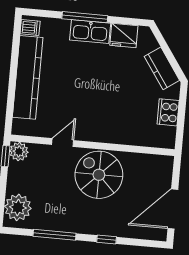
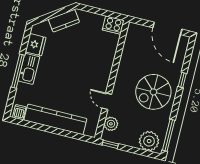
cooker: (168, 112) -> (113, 25), moved
plant: (19, 152) -> (111, 124), moved
spiral stairs: (99, 175) -> (153, 92), moved
window: (55, 235) -> (169, 135), moved

